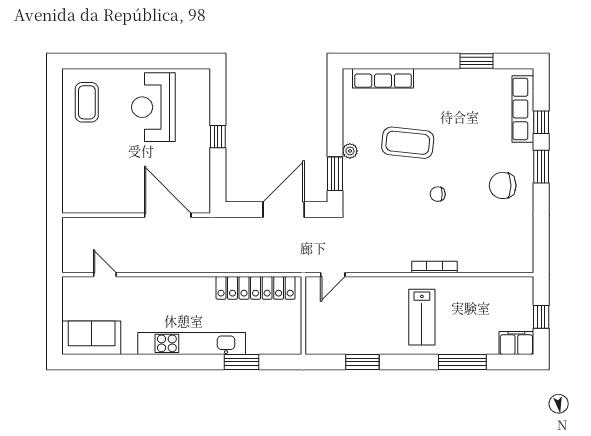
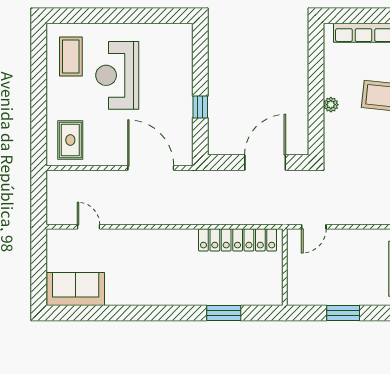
reception desk: (153, 107) -> (117, 75), moved
window: (218, 137) -> (200, 107), moved
window: (335, 174) -> (316, 127), removed
rug: (86, 187) -> (70, 140), added
kitchen unit: (192, 343) -> (174, 295), removed

